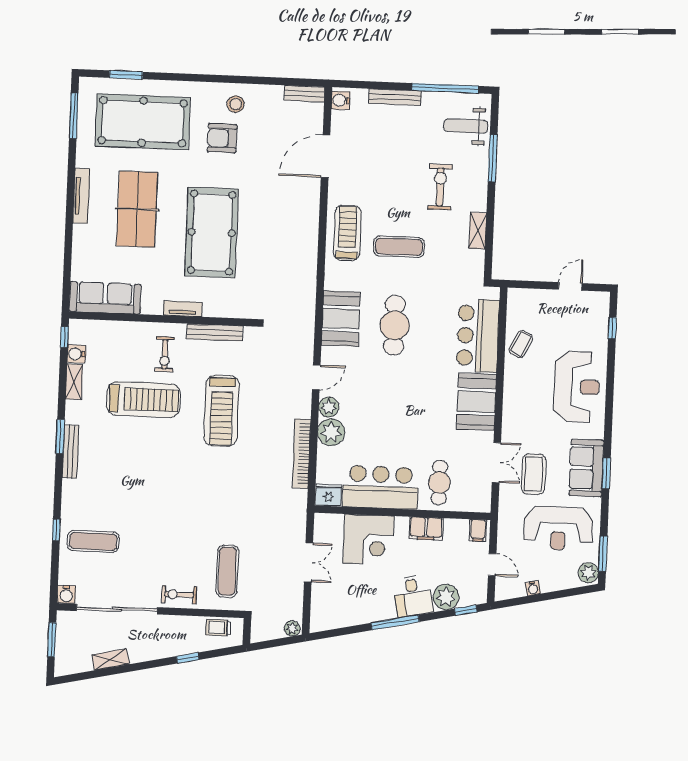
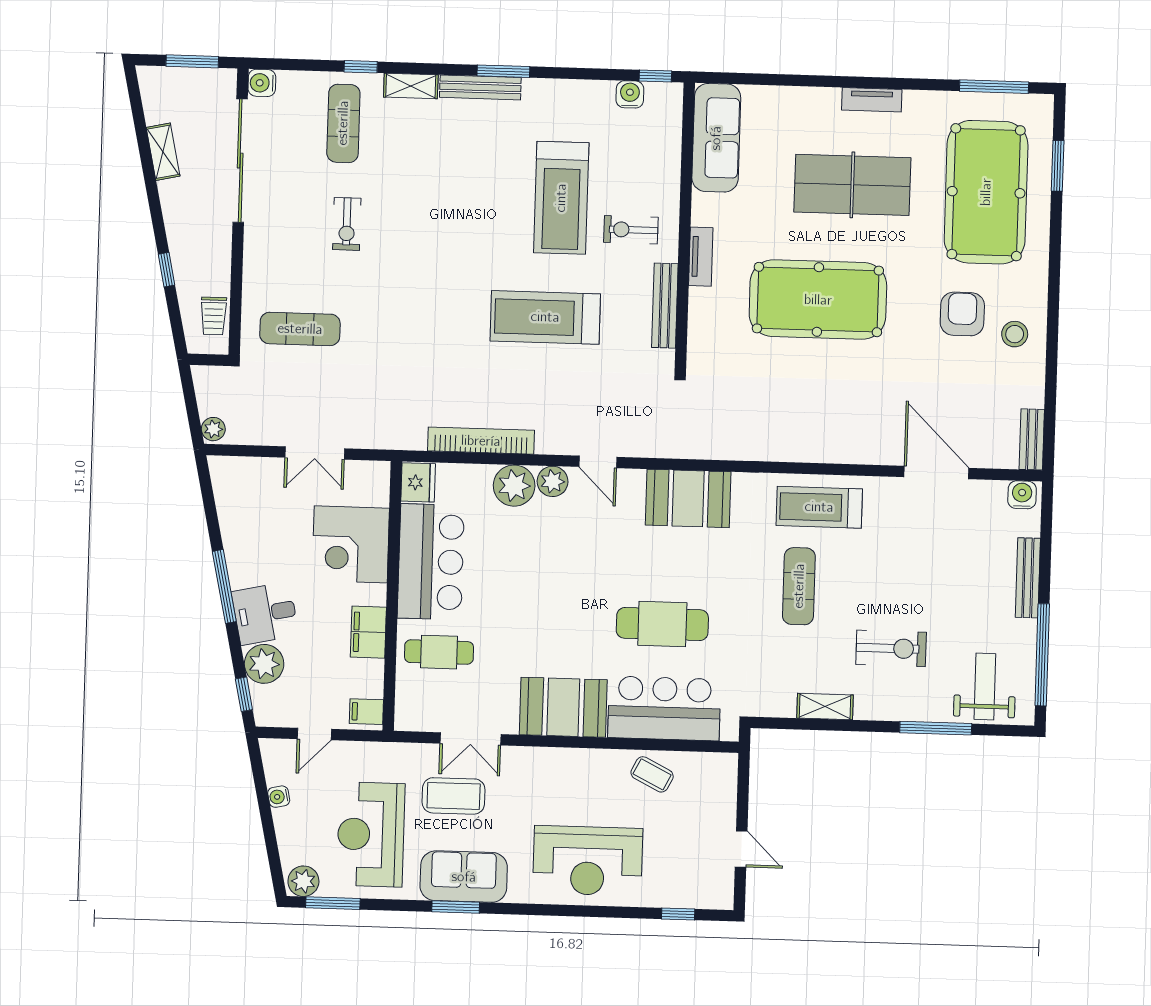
tv unit: (81, 196) -> (872, 100), width x0.71
treadmill: (347, 233) -> (819, 507), turned 180
cafe table: (395, 325) -> (662, 624), moved
shelving: (74, 382) -> (411, 86), moved
exercise bike: (179, 595) -> (347, 224), moved, turned 180
trolley: (218, 628) -> (214, 316), turned 180

